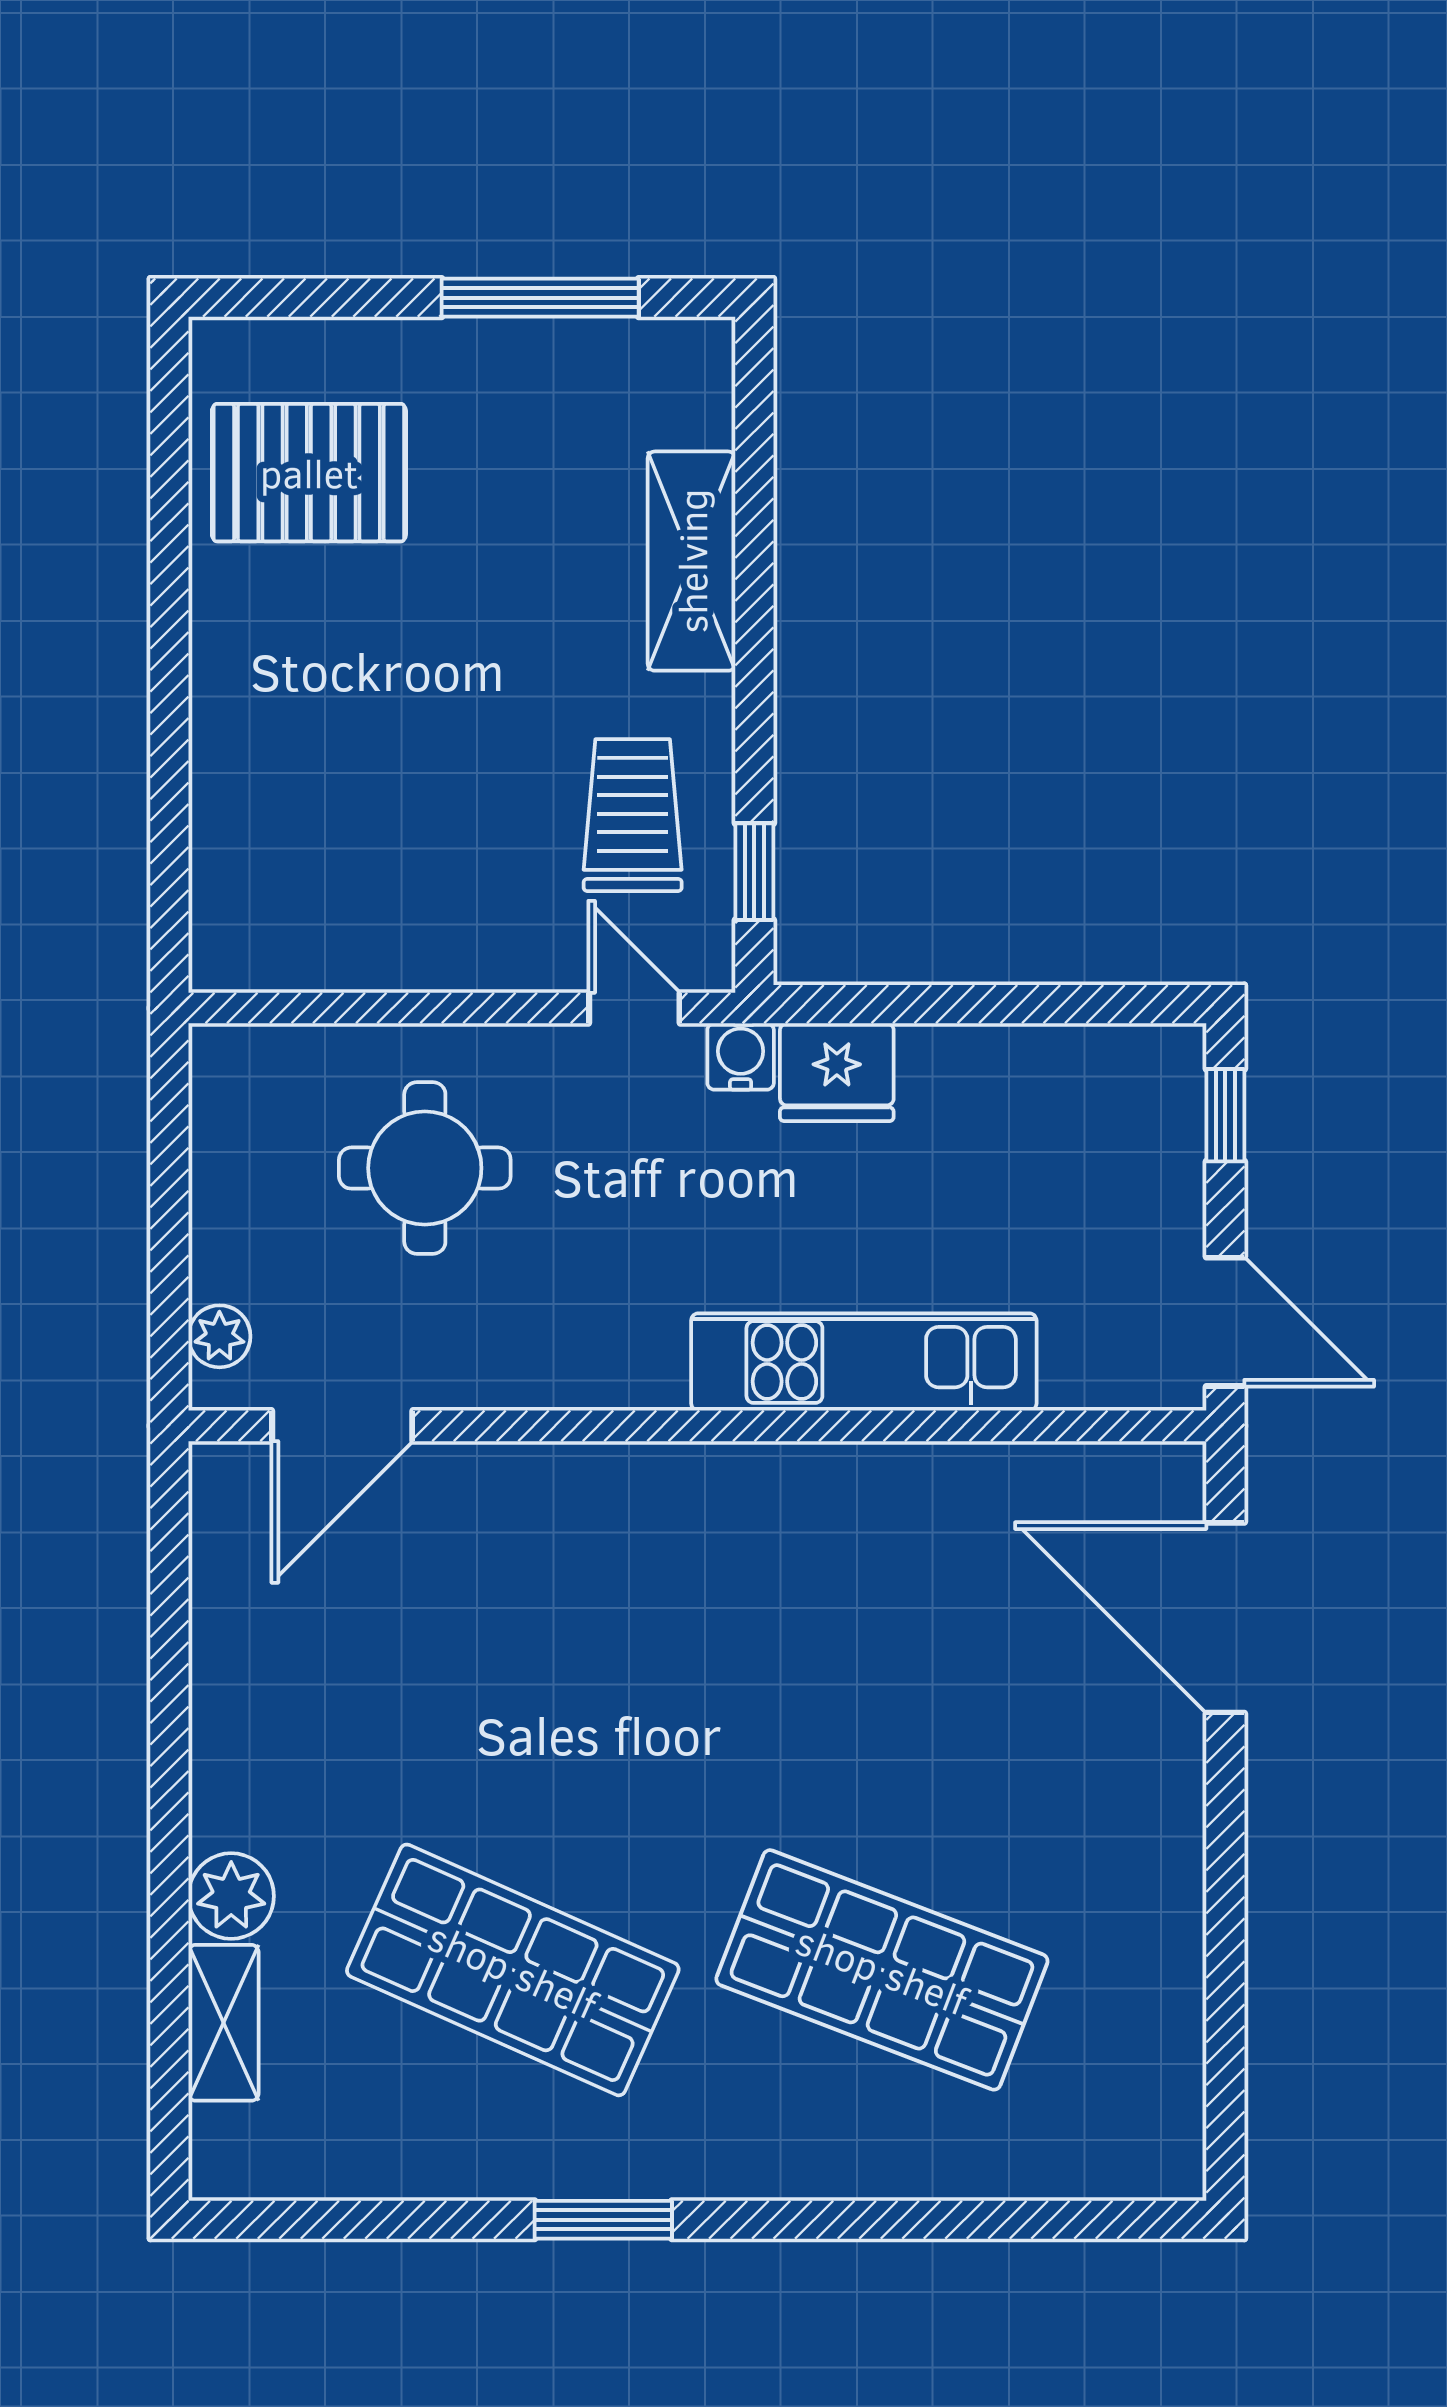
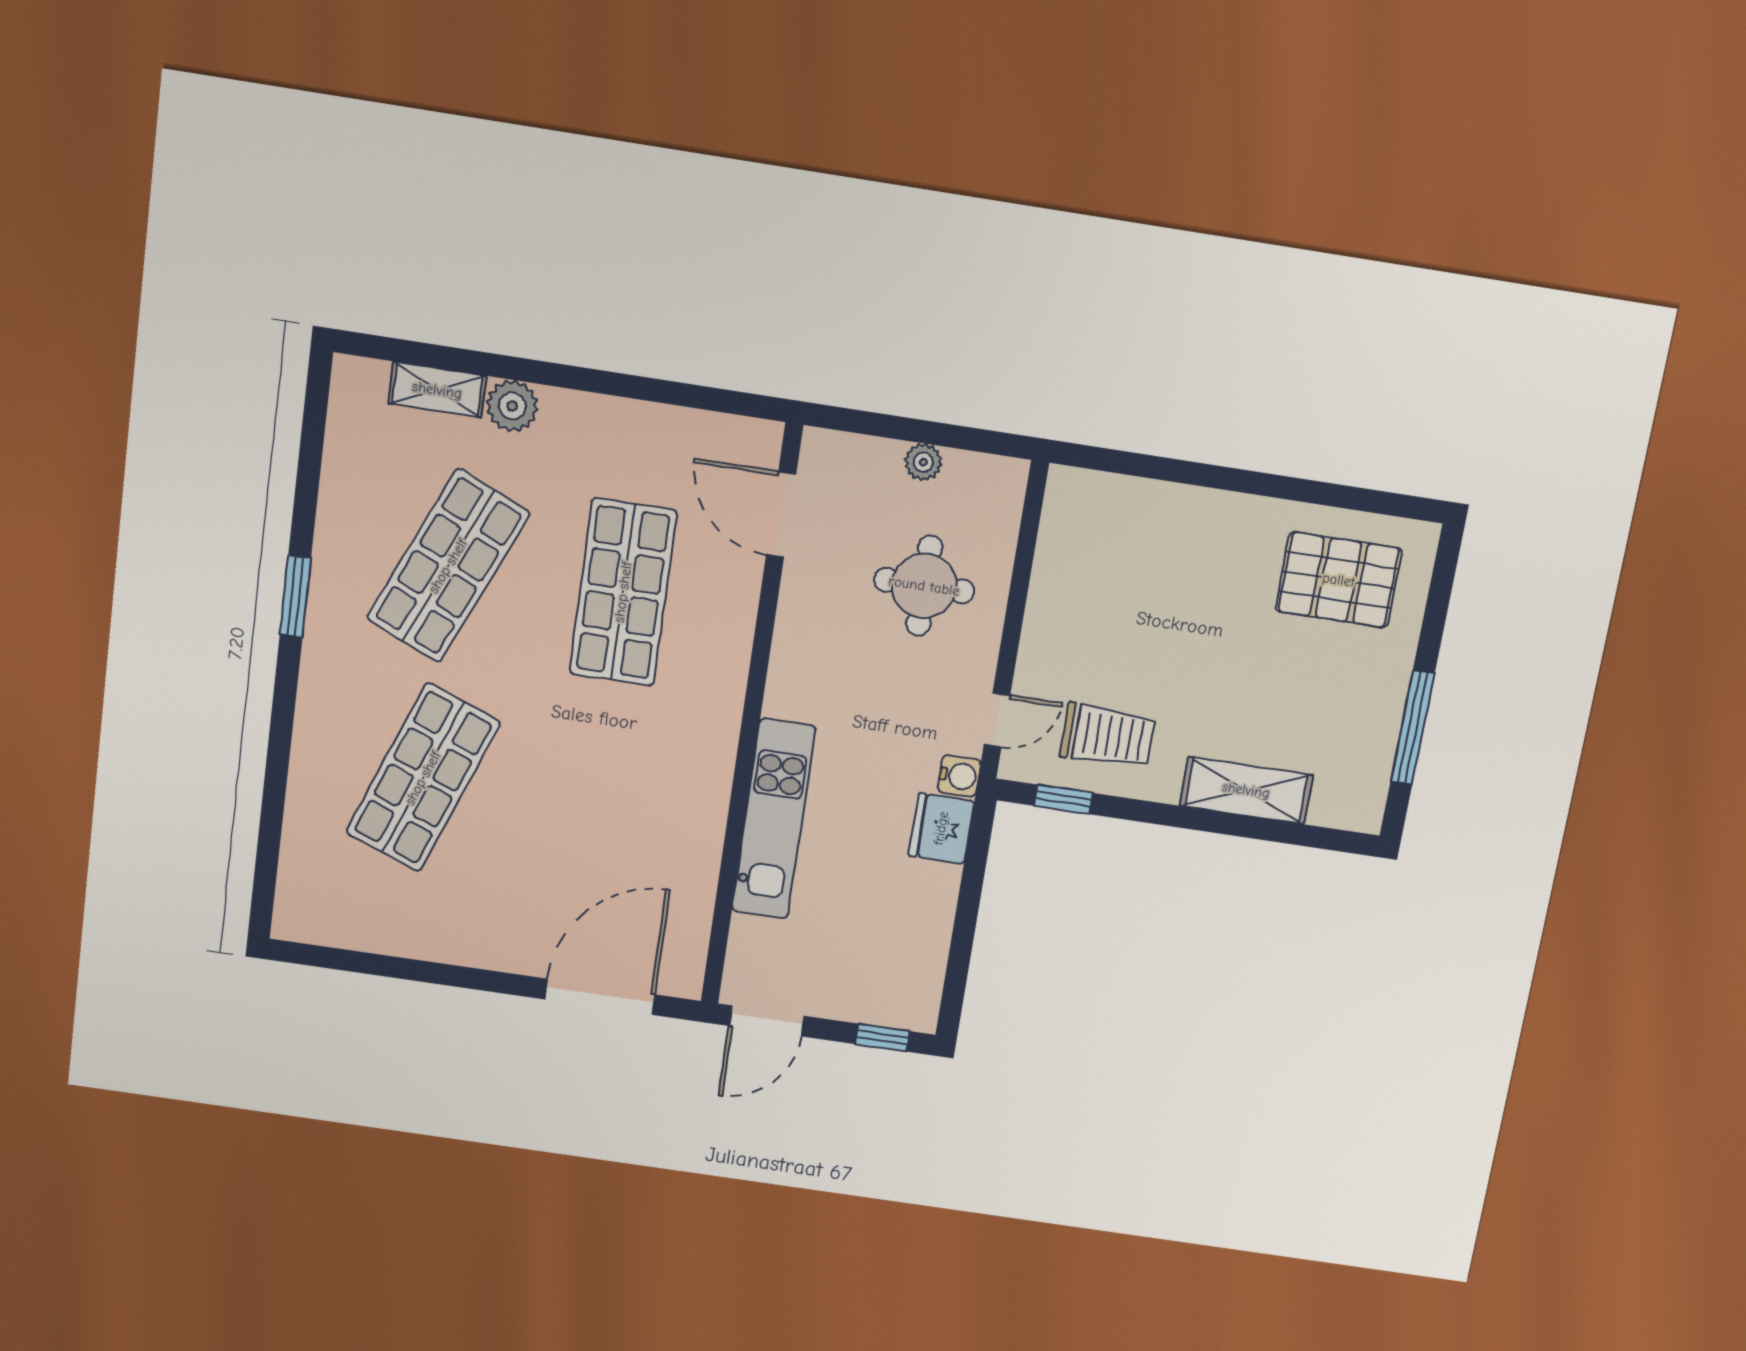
pallet: (309, 473) -> (1339, 580), turned 90
plant: (219, 1336) -> (923, 462), moved
shop shelf: (513, 1672) -> (623, 592), added

